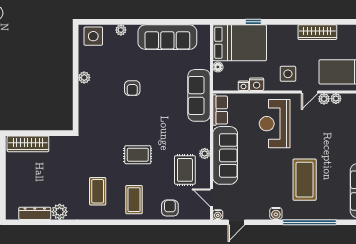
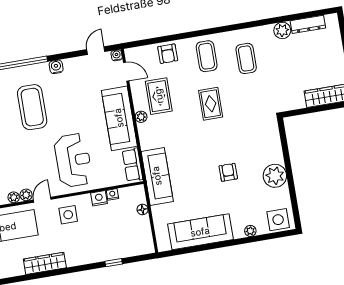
bed: (240, 43) -> (124, 239), removed
plant: (84, 78) -> (275, 176), width x1.87, depth x1.87
rug: (138, 155) -> (211, 104), turned 90

